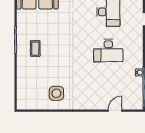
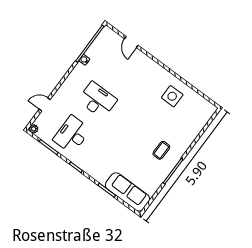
door: (115, 111) -> (131, 42), hinge flipped

